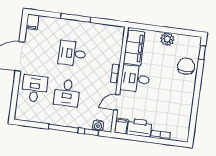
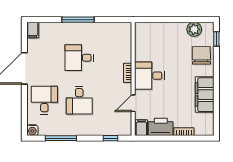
plant: (167, 39) -> (194, 29), moved
filing cabinet: (134, 48) -> (205, 95), moved, turned 180
water cooler: (98, 125) -> (32, 130), moved
window: (63, 128) -> (61, 138), moved

